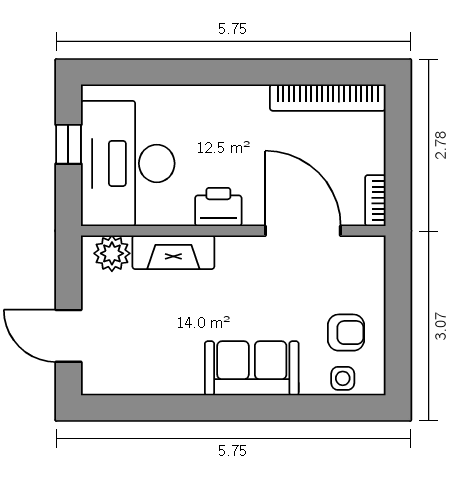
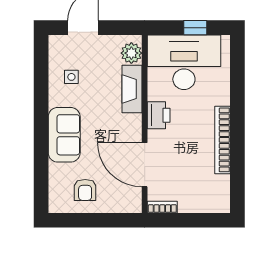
bookcase: (328, 98) -> (222, 140), moved
door: (303, 231) -> (145, 165), swing flipped
side table: (343, 378) -> (71, 77), moved

